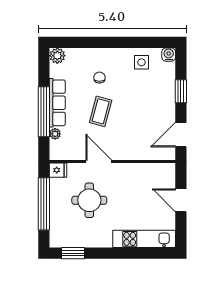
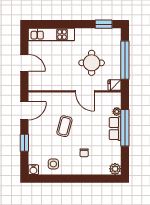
row of seats: (57, 103) -> (115, 129), width x0.68
coffee table: (101, 111) -> (64, 126), moved

